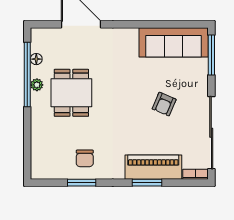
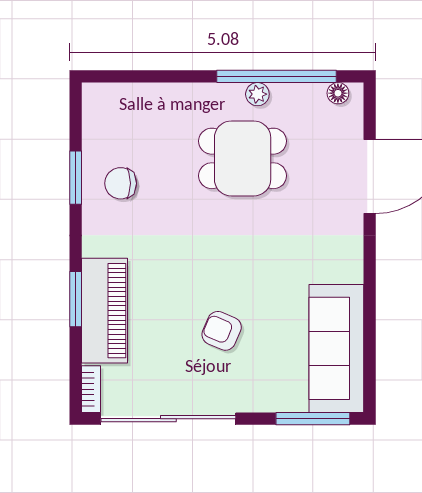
floor lamp: (36, 59) -> (338, 93), moved

